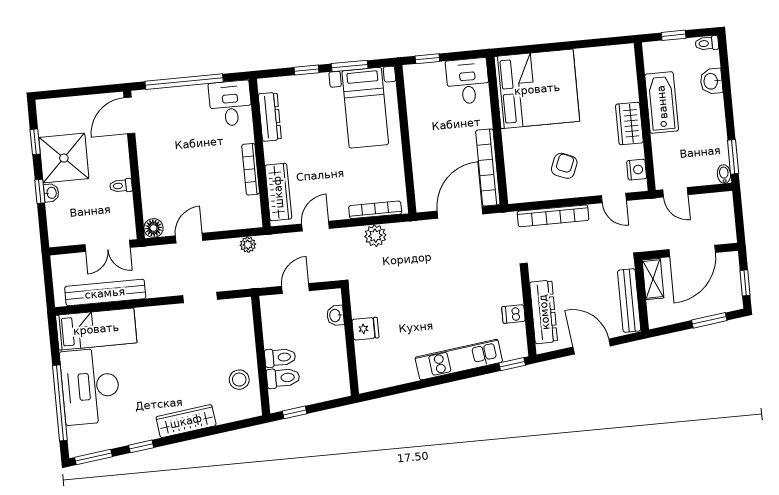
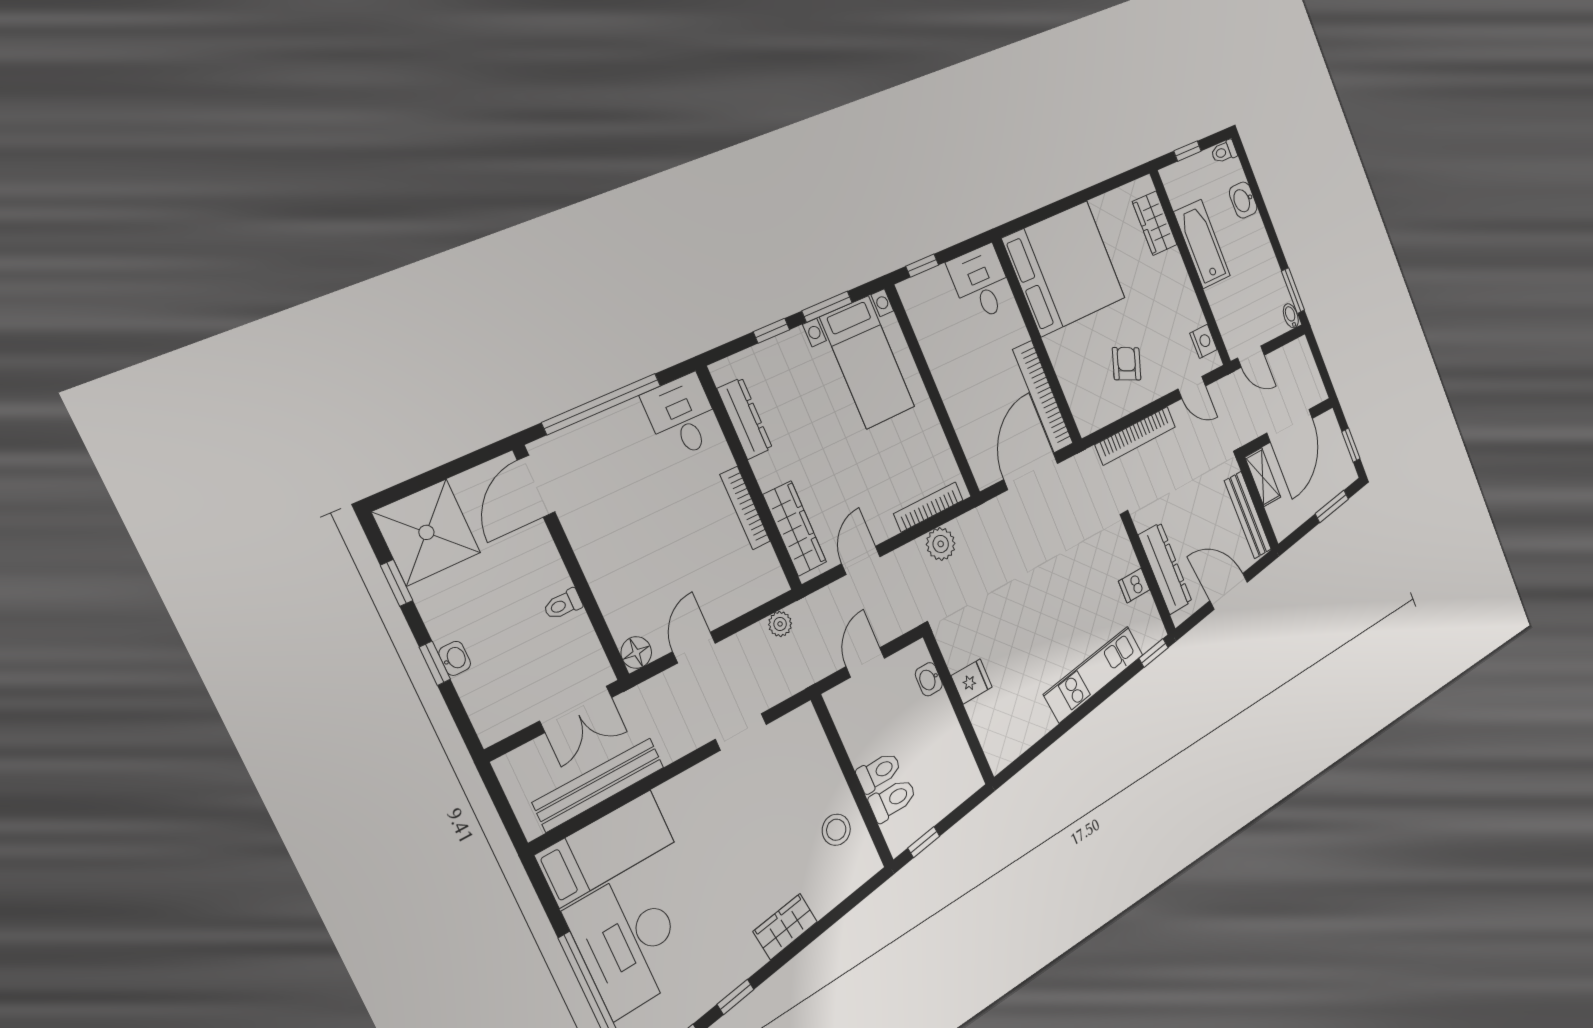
wardrobe: (629, 124) -> (1155, 223), moved
shower: (64, 158) -> (426, 532), moved
wardrobe: (186, 421) -> (785, 927), width x0.67

